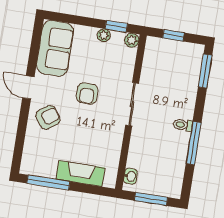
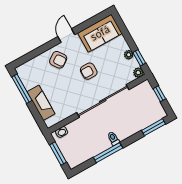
sliding door: (132, 104) -> (103, 101), width x1.86

